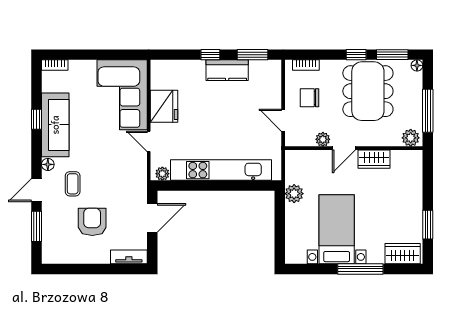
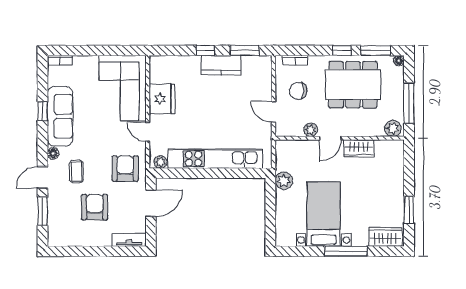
dining table: (368, 91) -> (353, 85), turned 90
armchair: (125, 181) -> (125, 168), added

